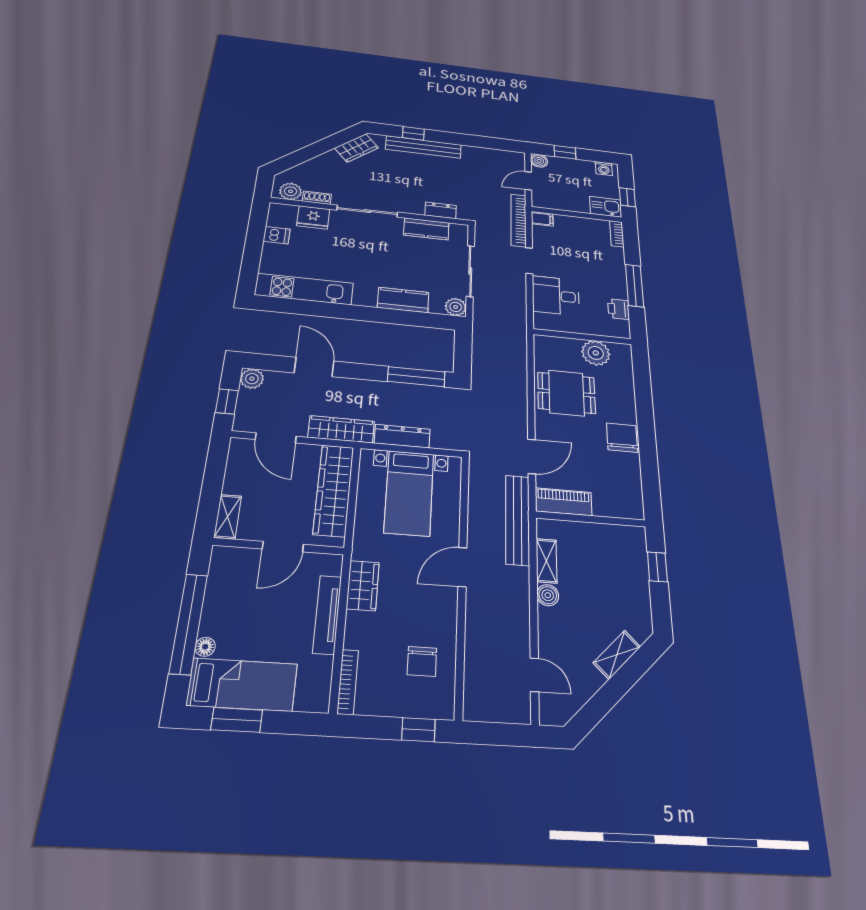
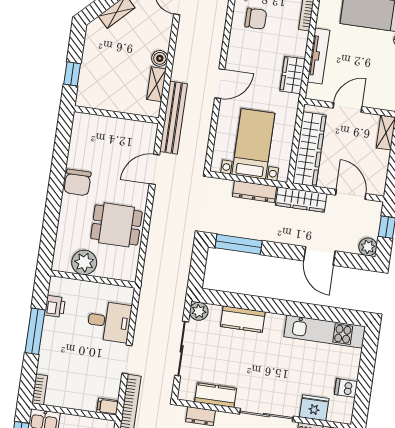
piano: (564, 502) -> (135, 130), removed
chair: (422, 661) -> (256, 19), turned 90

